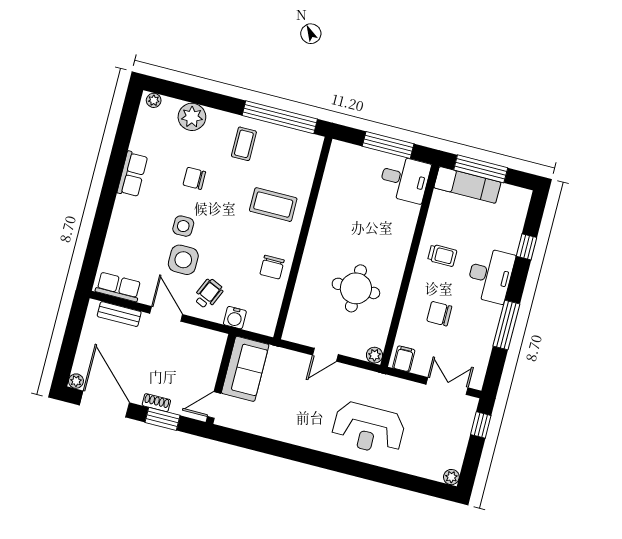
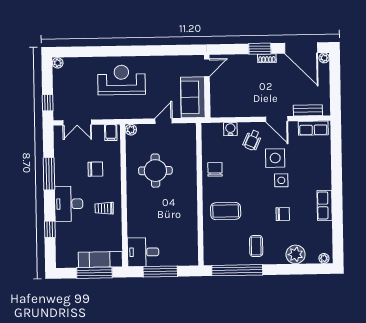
sofa: (245, 369) -> (193, 97), moved
wall: (221, 379) -> (207, 86), moved
door: (214, 405) -> (207, 68), moved

